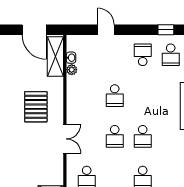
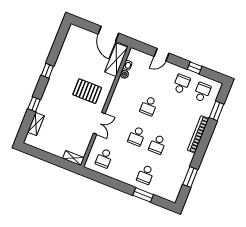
door: (106, 30) -> (162, 55), swing flipped
window: (166, 30) -> (195, 68), moved
school desk: (171, 55) -> (202, 92), turned 180
pallet: (36, 107) -> (87, 91), turned 90

